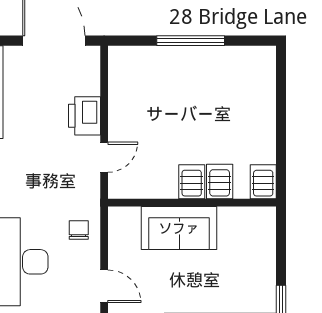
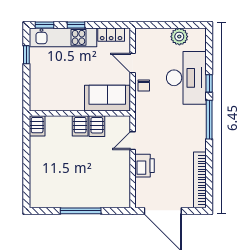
server rack: (220, 181) -> (97, 126), moved
sofa: (179, 228) -> (107, 98), moved
chair: (79, 230) -> (144, 85), moved

